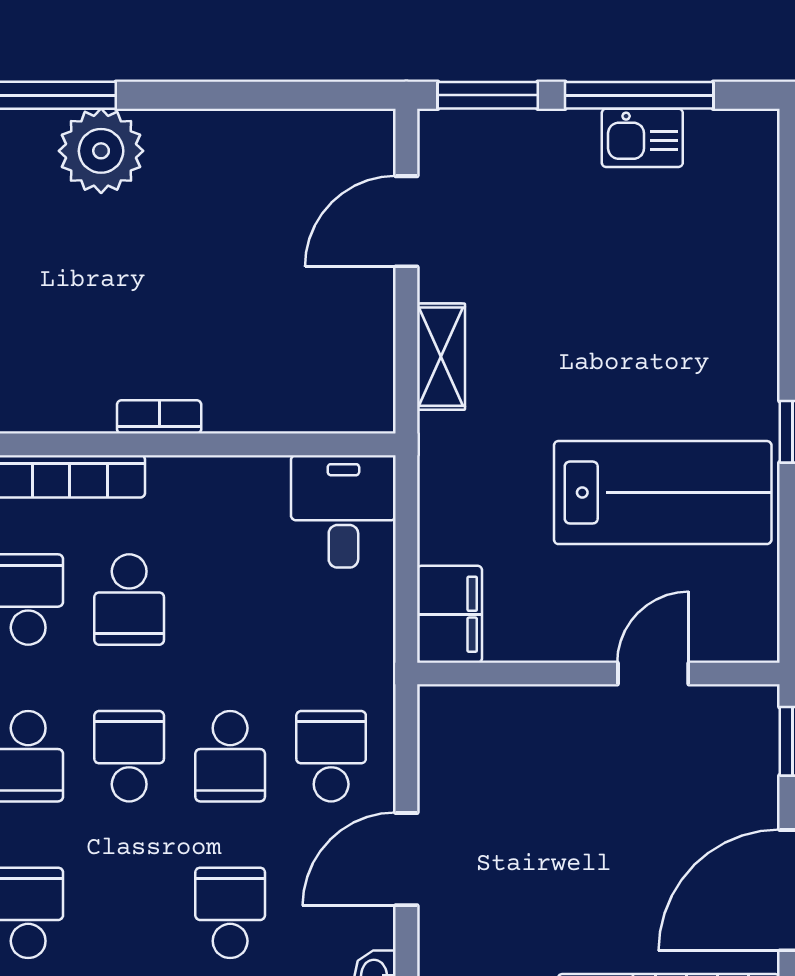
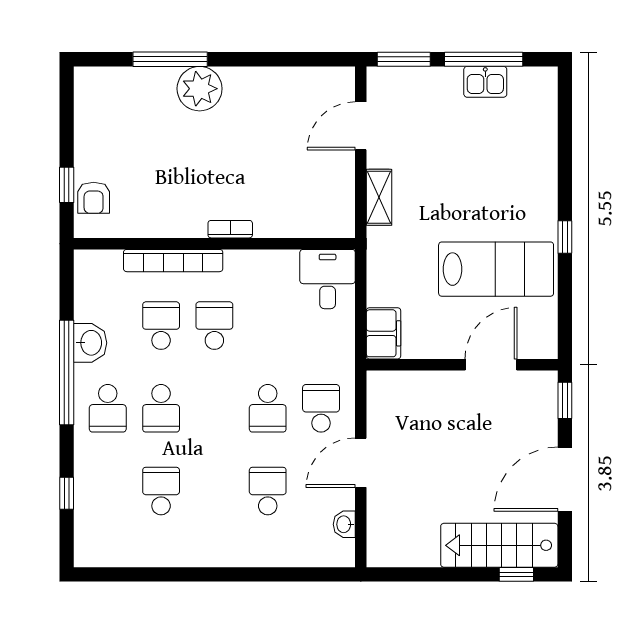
school desk: (129, 600) -> (214, 326), turned 180
door: (653, 674) -> (491, 365), width x1.38
school desk: (129, 756) -> (214, 408), removed

